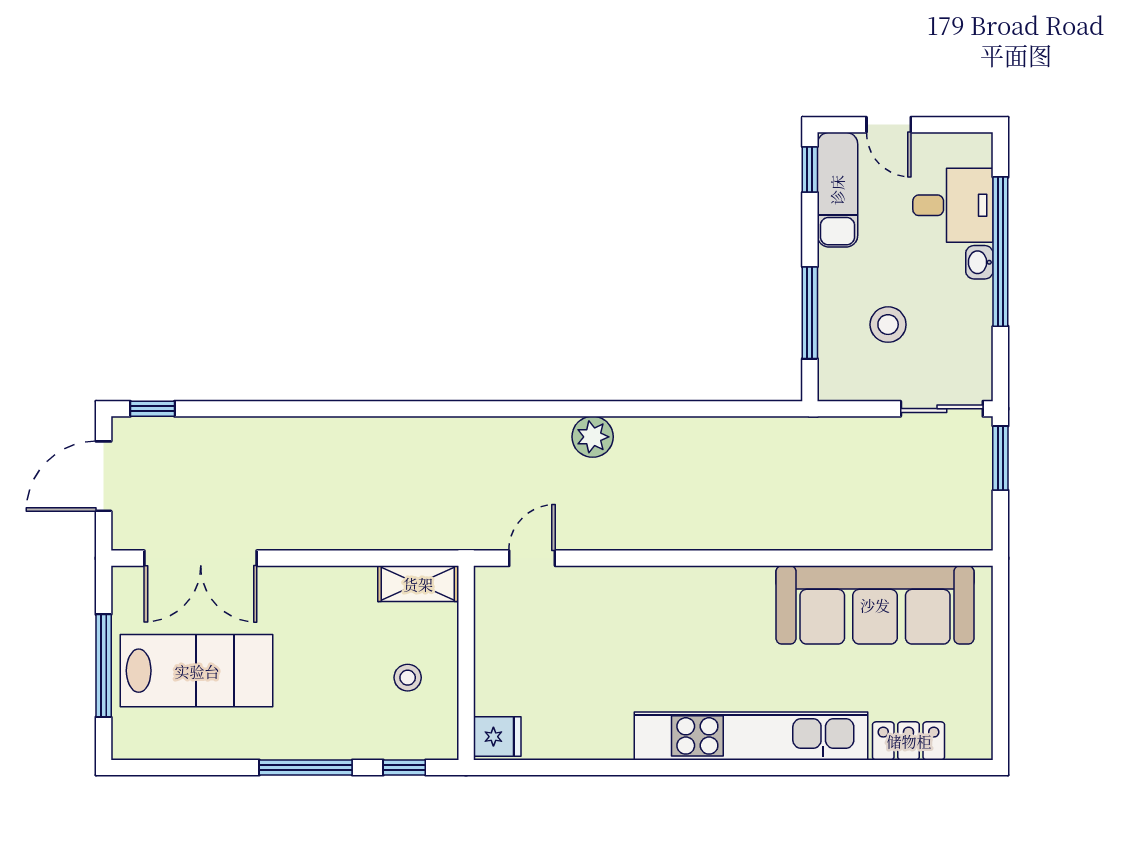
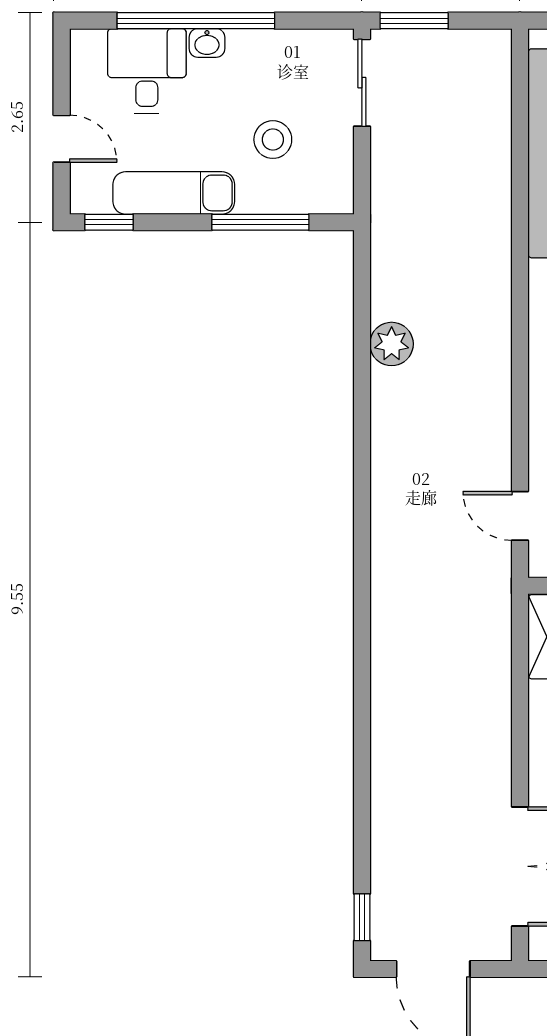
door: (889, 125) -> (62, 139), hinge flipped
exam couch: (837, 190) -> (174, 193), moved
plant: (593, 437) -> (392, 344), moved

